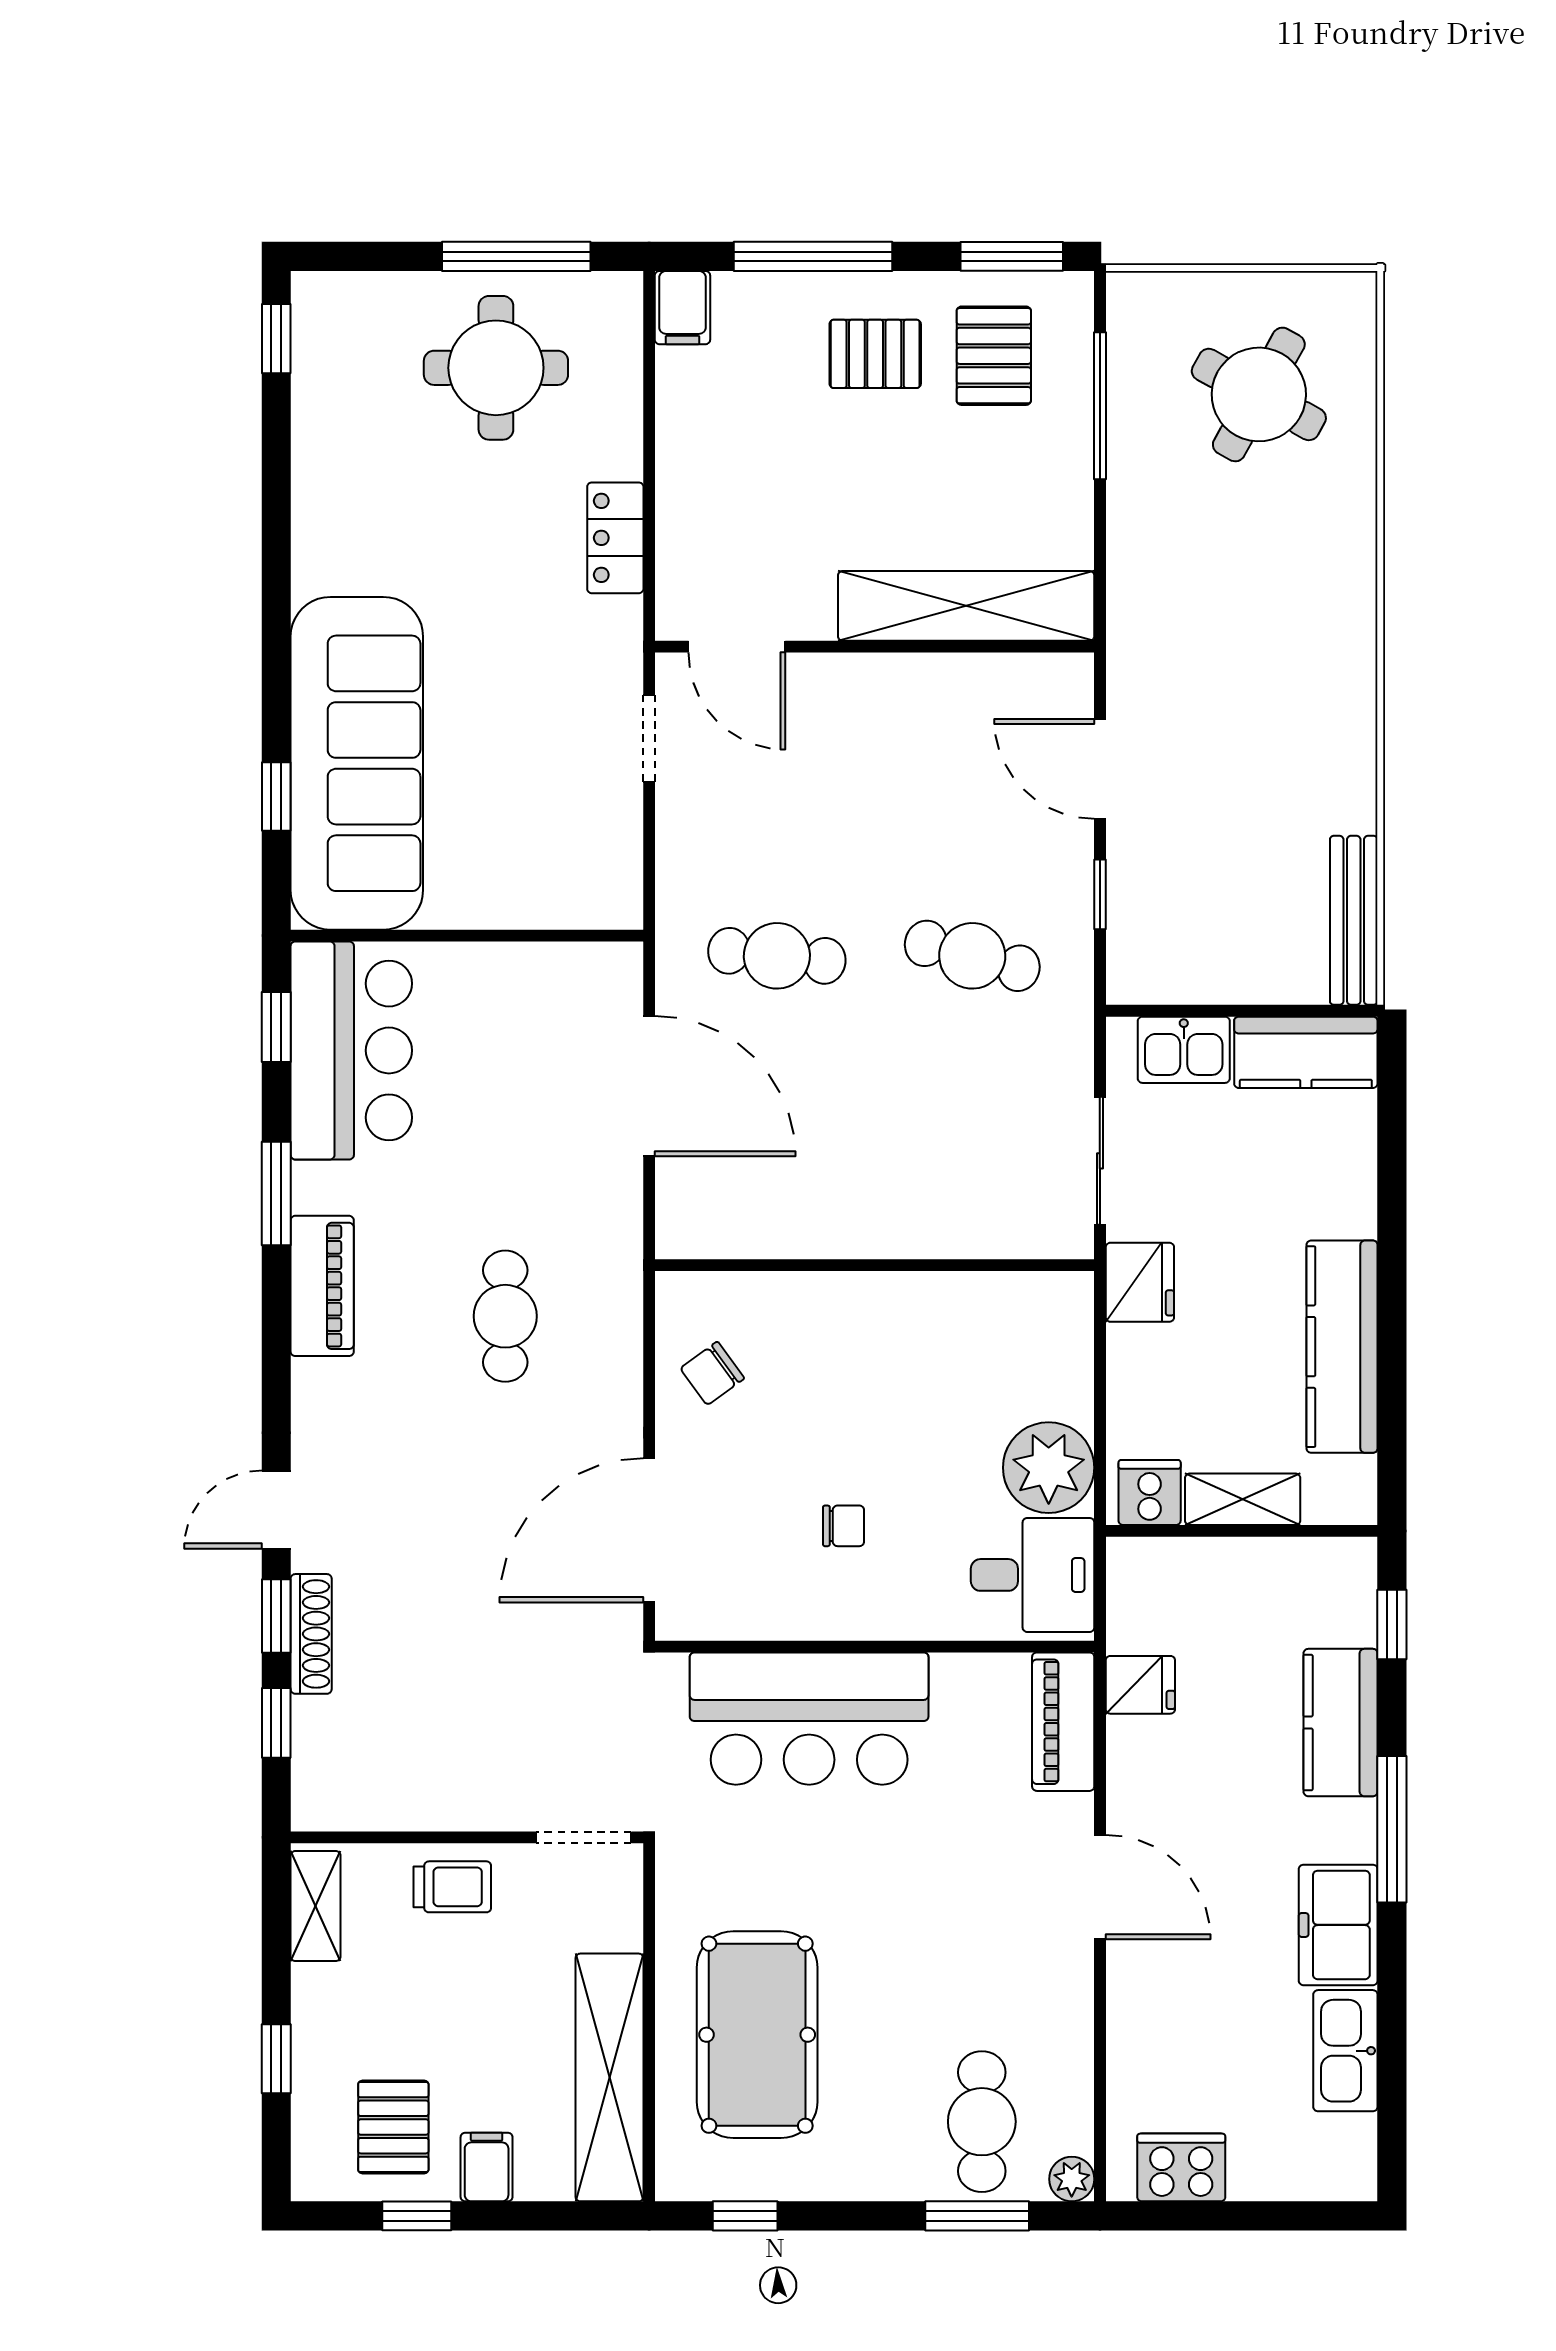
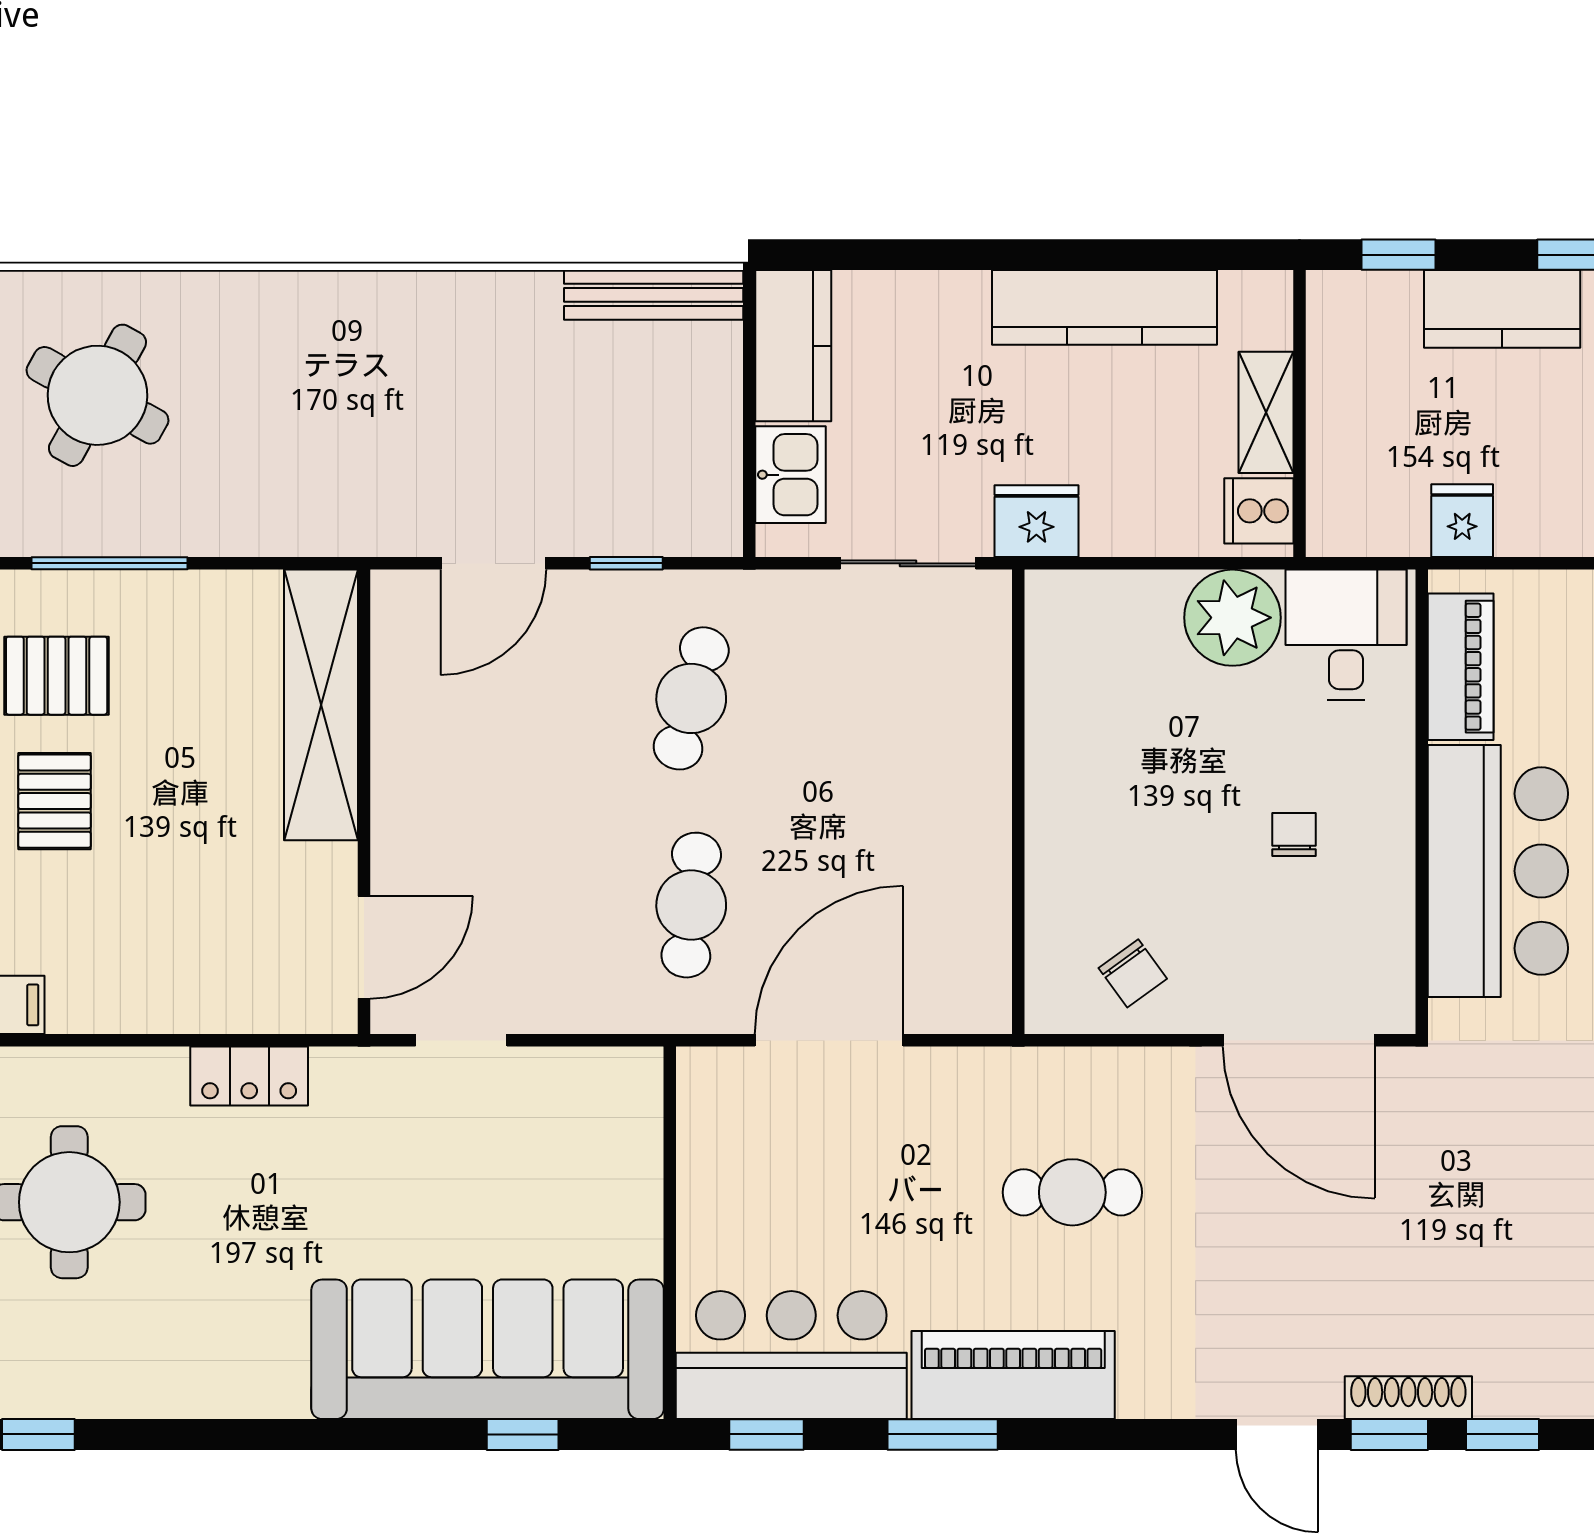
piano: (322, 1286) -> (1013, 1375), width x1.37, depth x1.33
piano: (1063, 1722) -> (1461, 667), moved, turned -90

